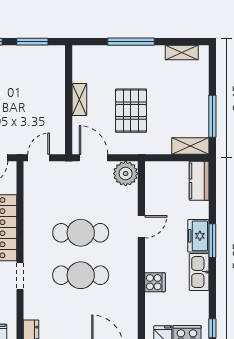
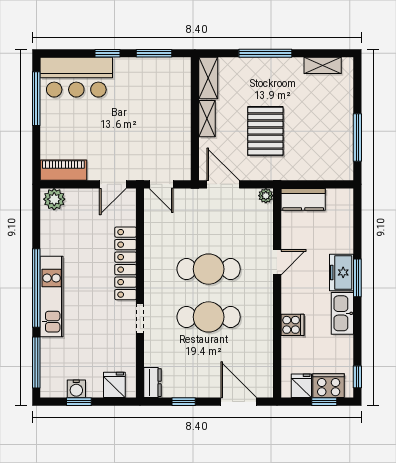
shelving: (190, 146) -> (208, 78), moved, turned 90
door: (39, 158) -> (161, 184), swing flipped
plant: (126, 174) -> (266, 196), width x0.53, depth x0.53
kitchen counter: (199, 181) -> (303, 199), moved, turned -90

